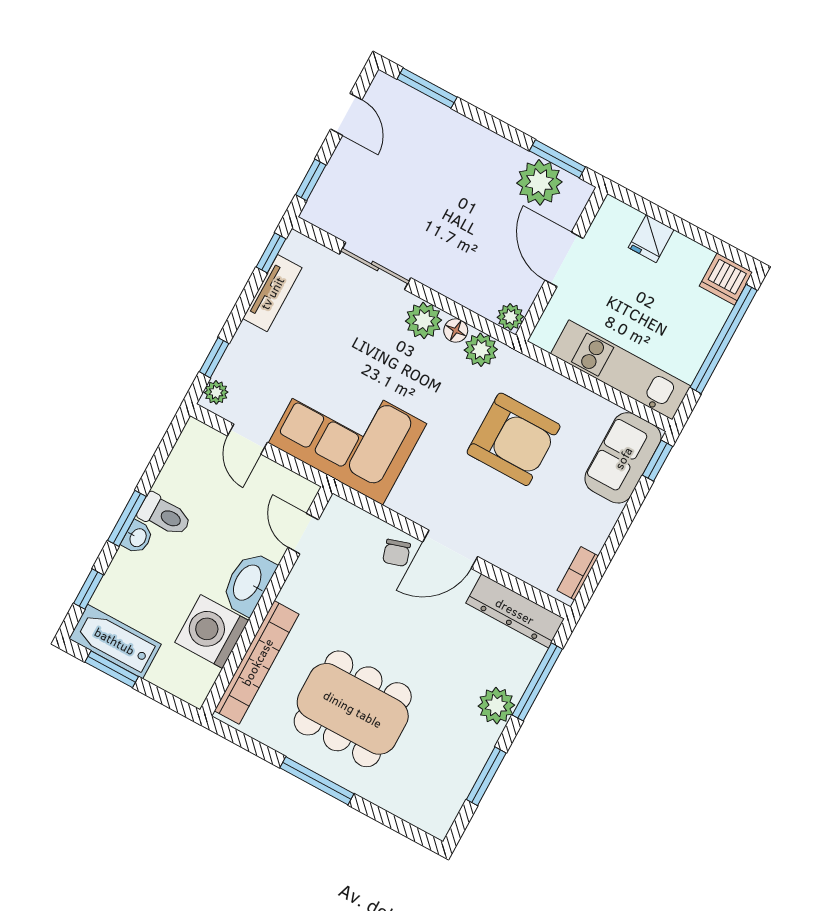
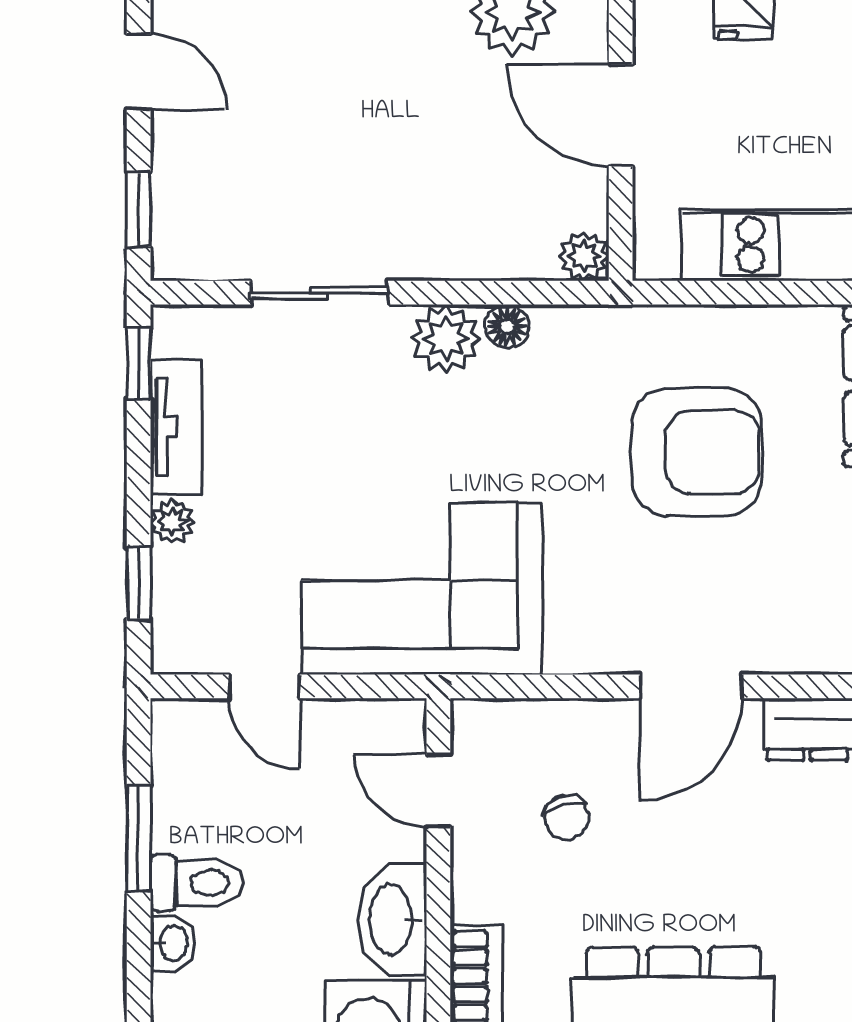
plant: (481, 350) -> (565, 336), removed
plant: (216, 392) -> (172, 522), moved
window: (127, 518) -> (139, 838), moved
chair: (397, 553) -> (567, 818), moved

